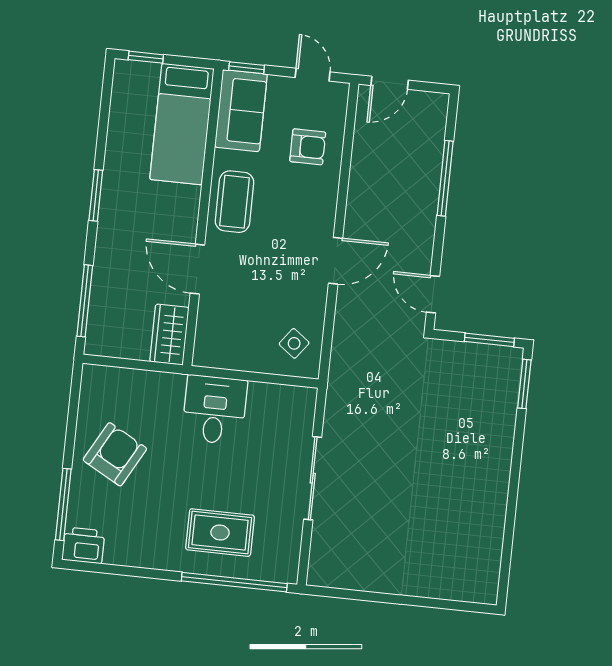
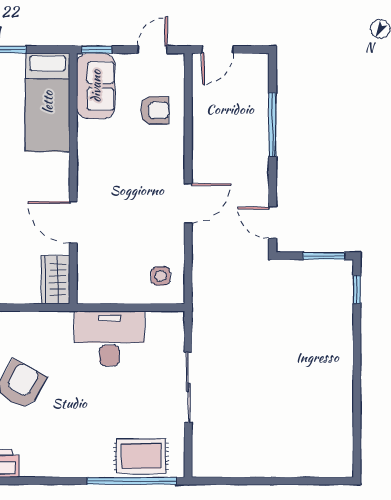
door: (313, 75) -> (152, 50), hinge flipped
coffee table: (235, 202) -> (98, 163), removed
side table: (294, 343) -> (161, 276), turned -37
window: (524, 384) -> (357, 290), width x0.67
desk: (215, 410) -> (109, 338), width x1.37
rug: (220, 533) -> (141, 456), moved

